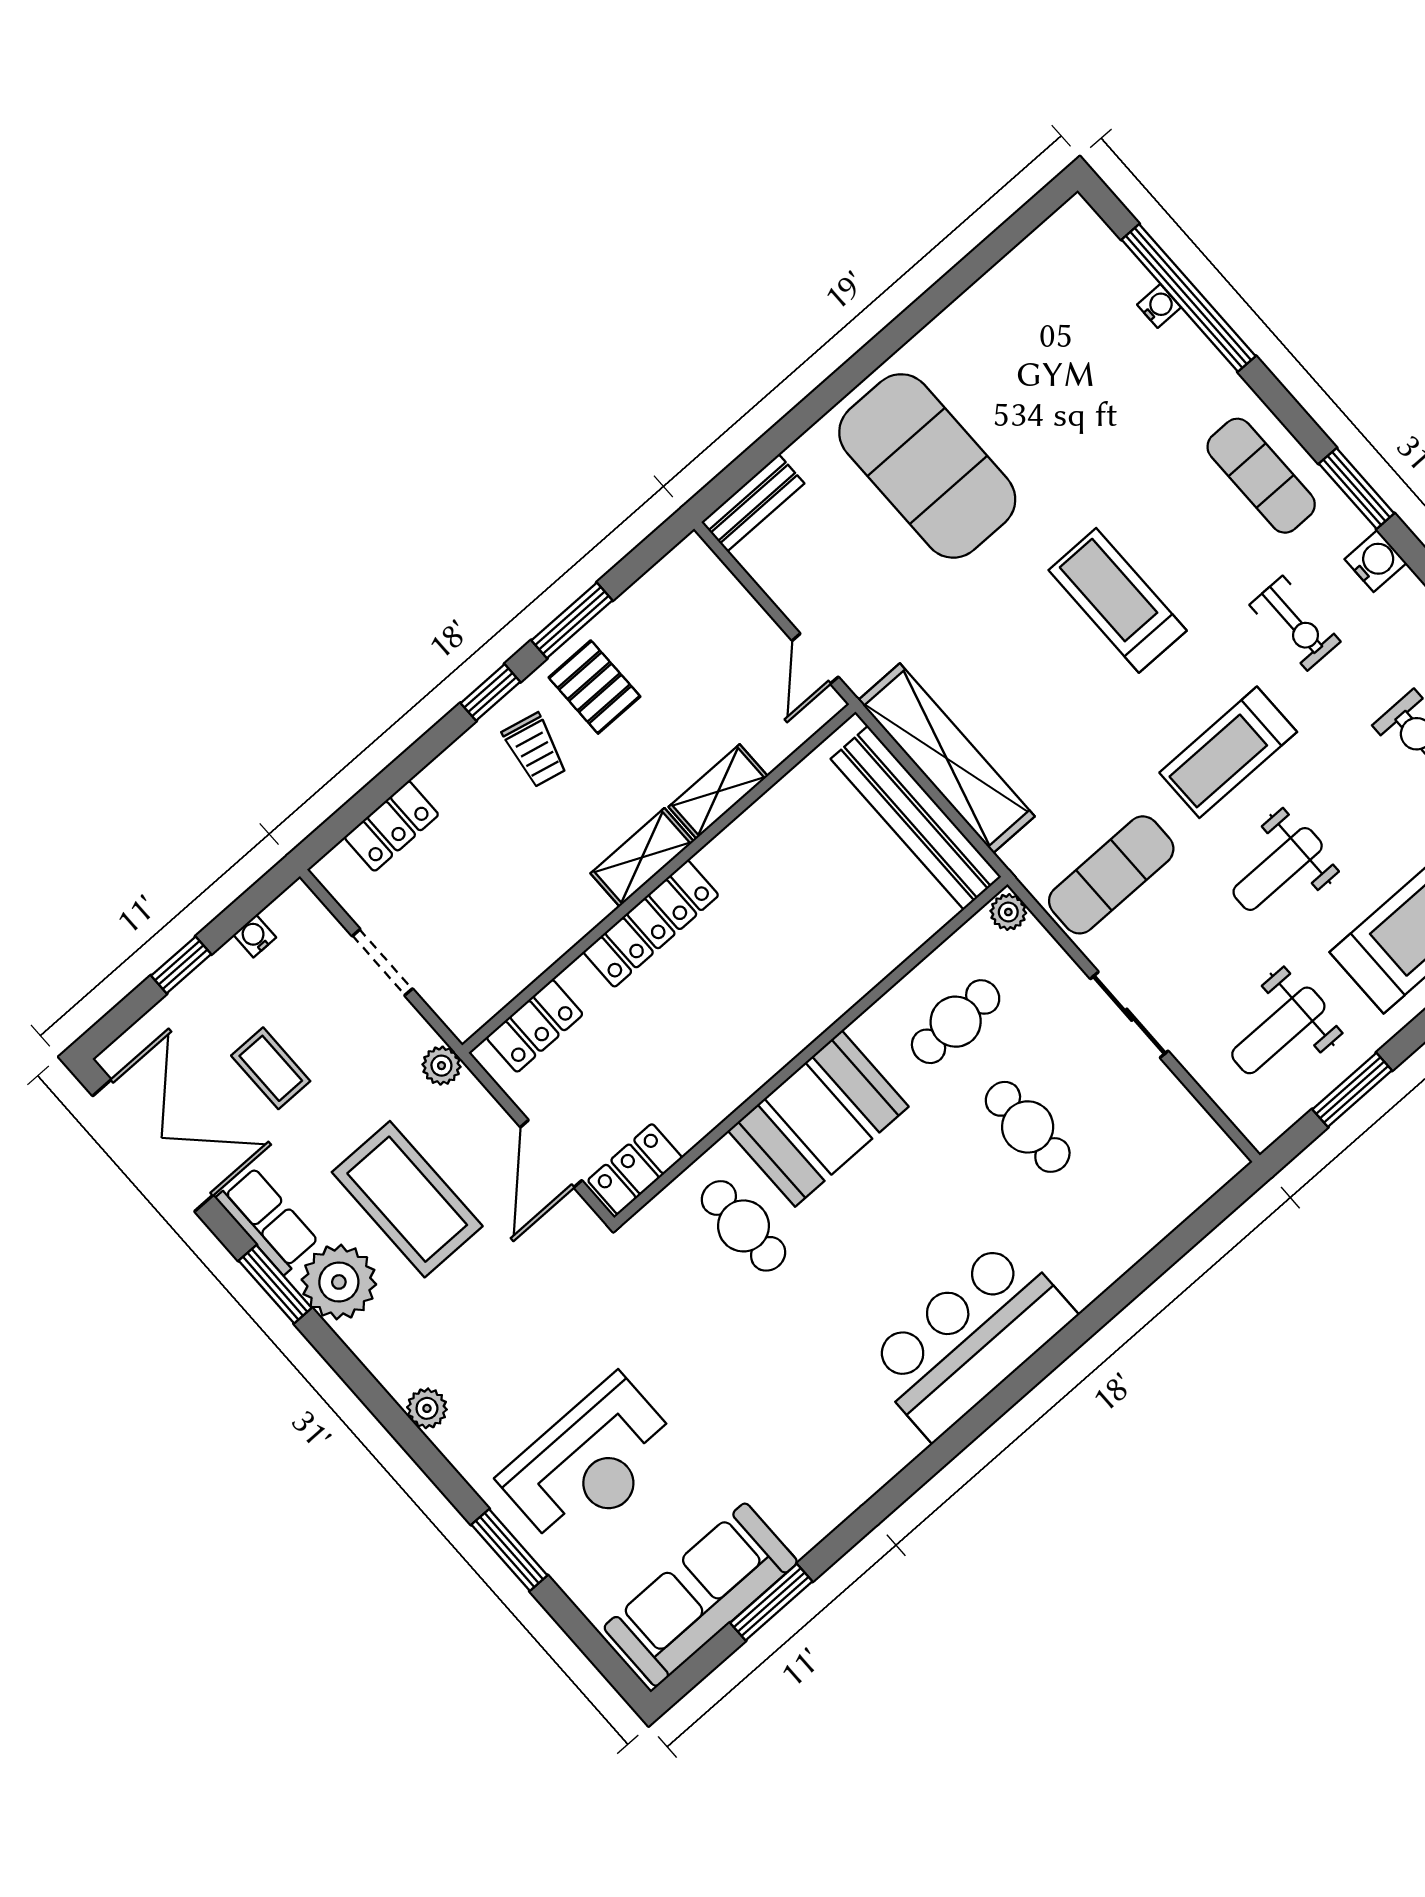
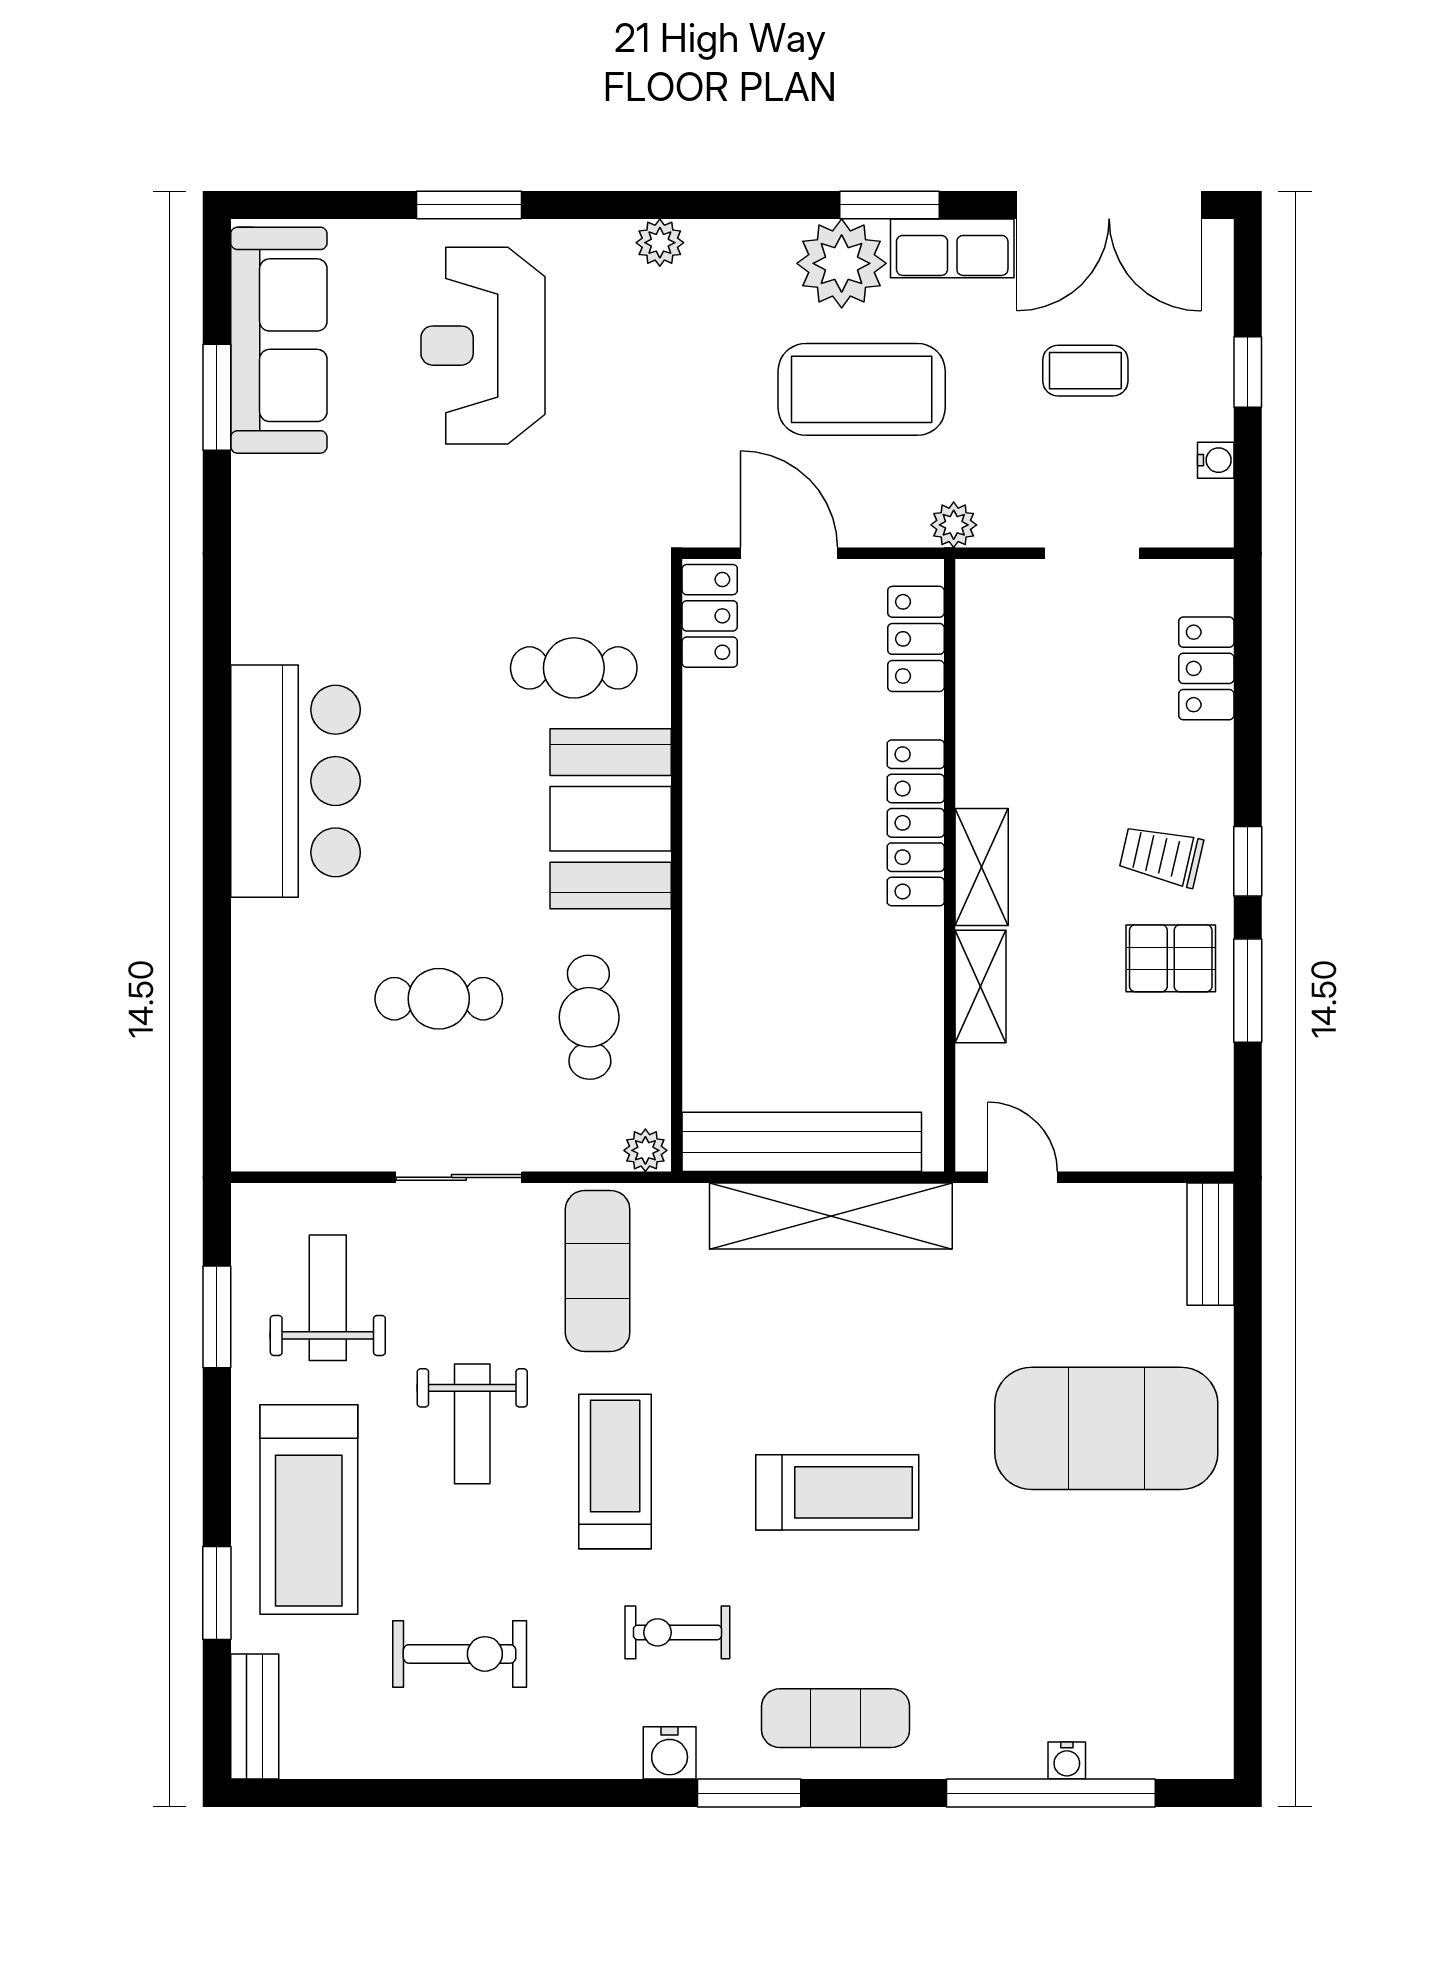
weight bench: (1278, 869) -> (472, 1424), turned 180

